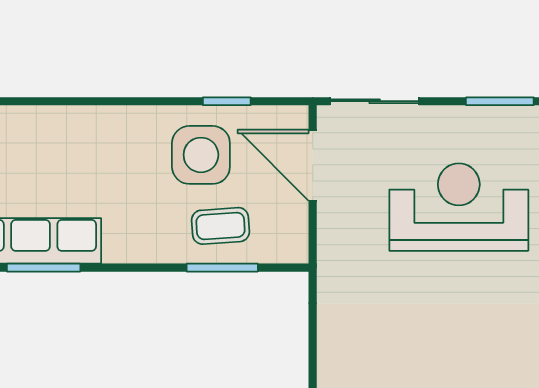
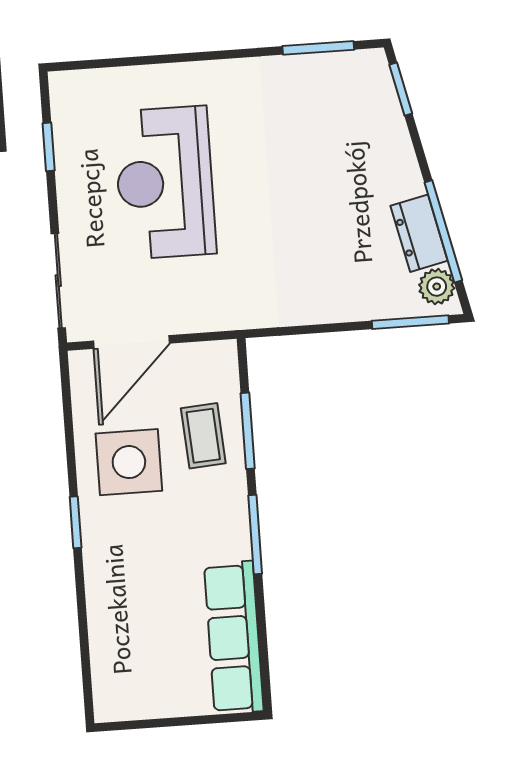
window: (227, 101) -> (76, 522), moved
window: (500, 101) -> (49, 147), width x0.67
window: (44, 268) -> (255, 535), moved

